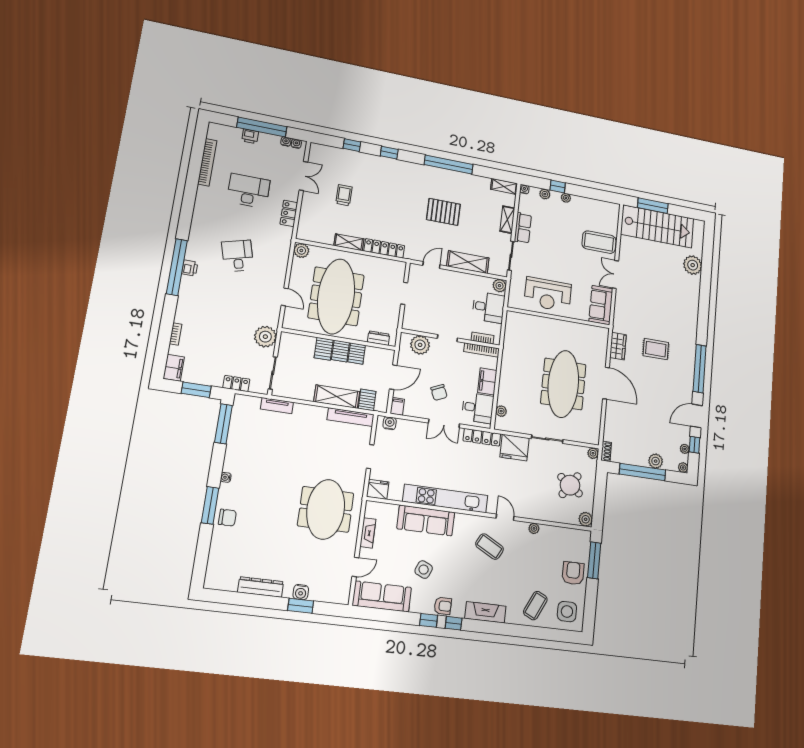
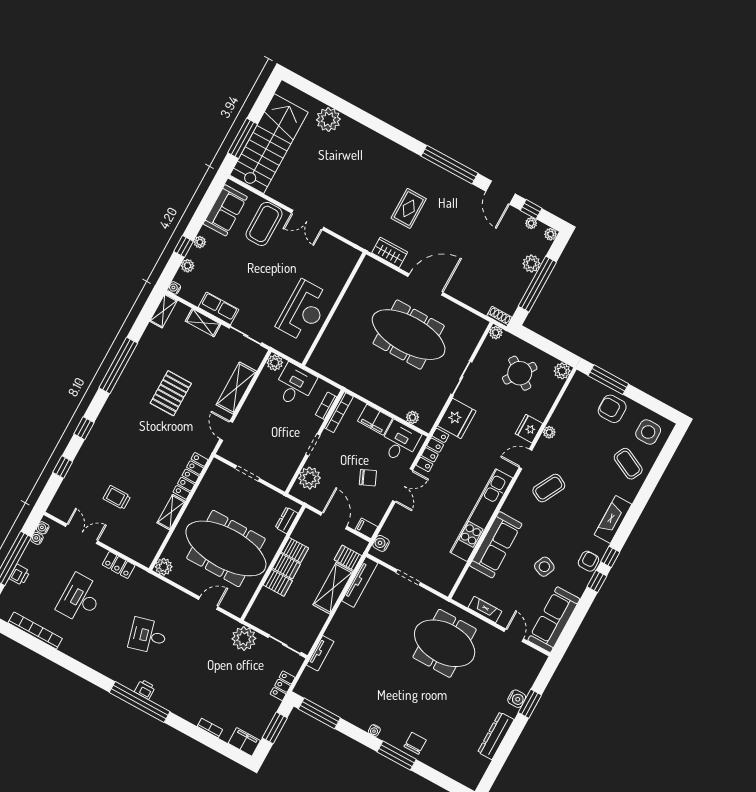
sofa: (601, 305) -> (225, 210), moved, turned -90
fridge: (378, 489) -> (529, 429), moved

